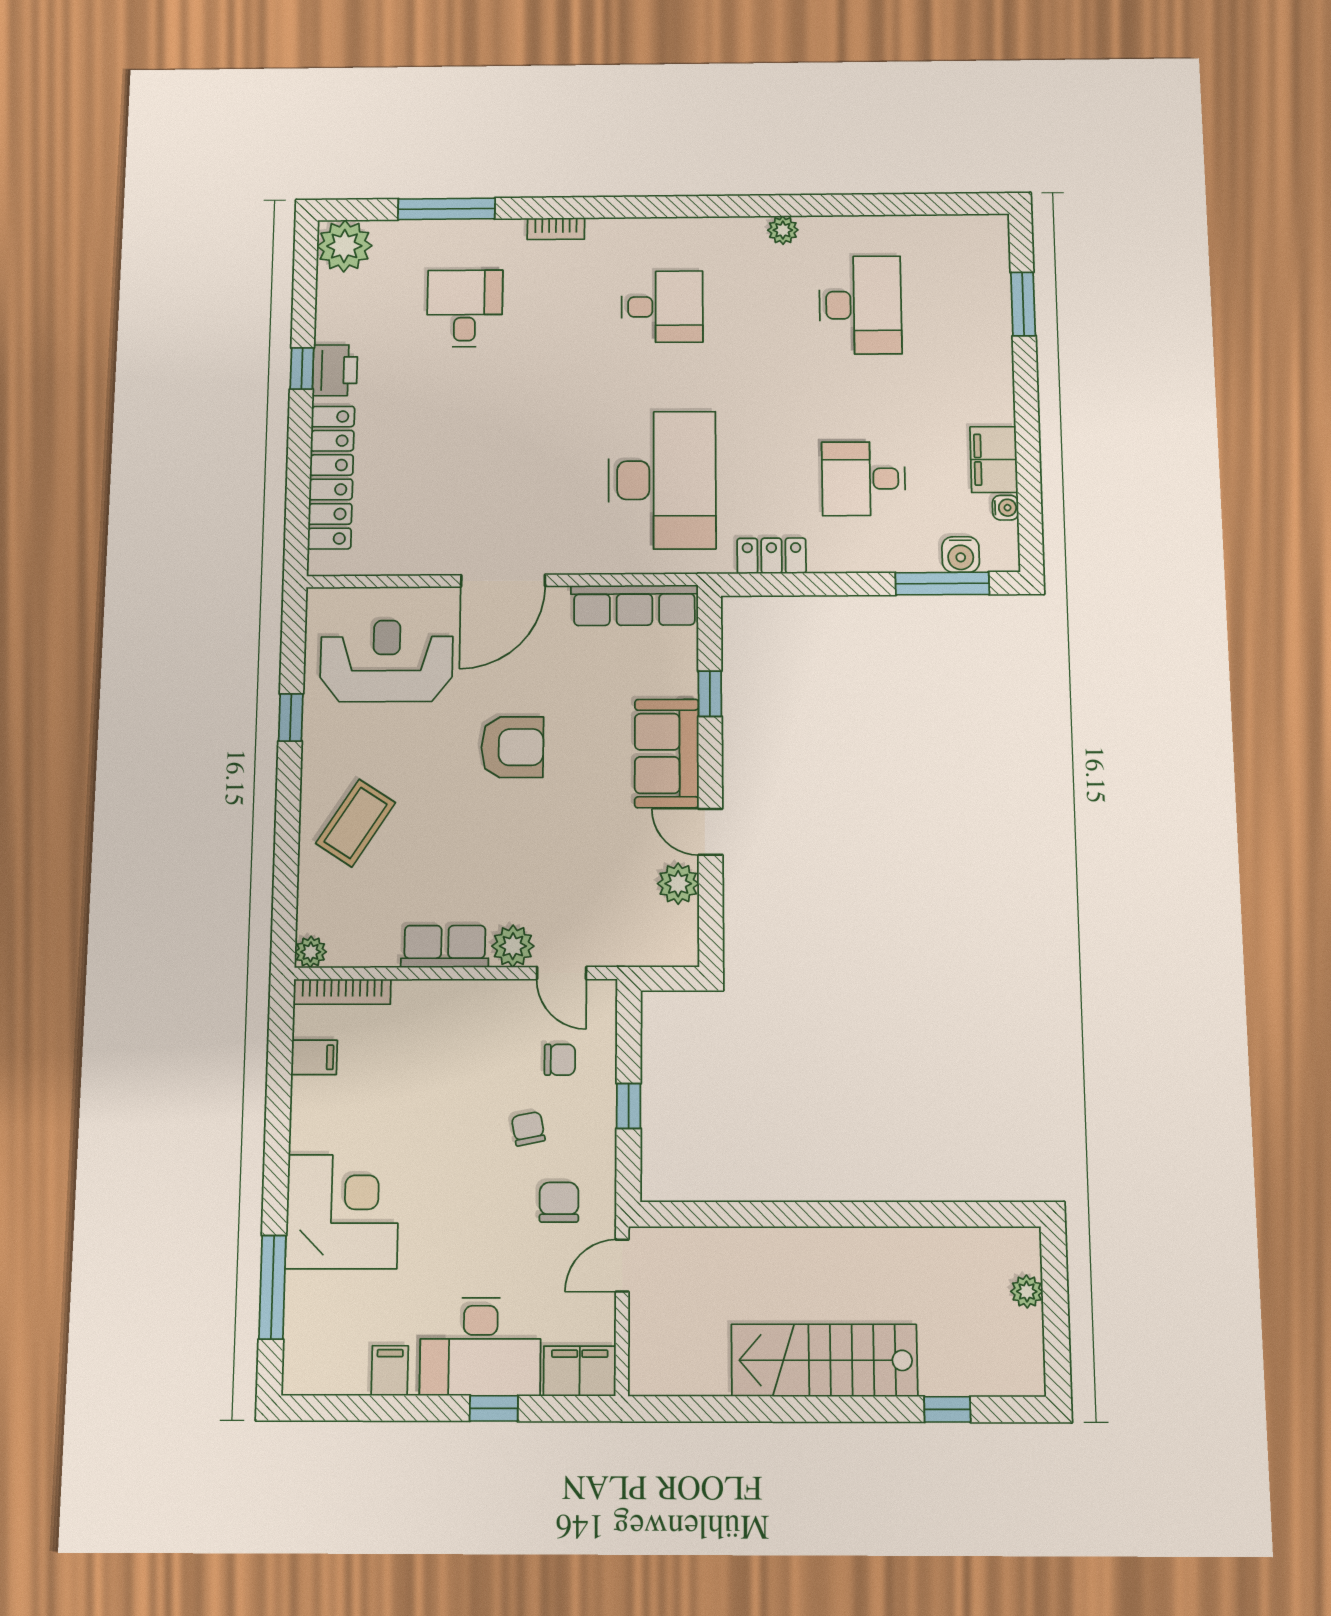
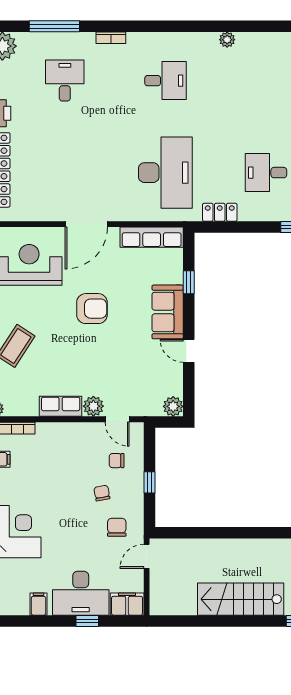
desk: (860, 305) -> (266, 81), removed
plant: (678, 884) -> (173, 406), moved
chair: (560, 1060) -> (117, 461), turned 180

